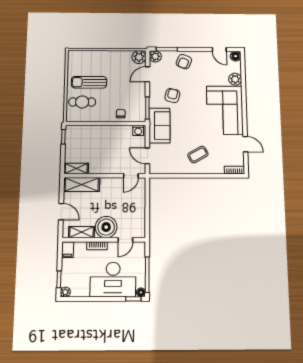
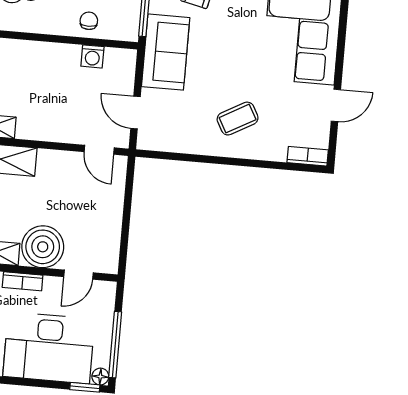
washing machine: (138, 131) -> (92, 56), moved
door: (245, 144) -> (336, 105), hinge flipped
door: (131, 176) -> (99, 150), hinge flipped

